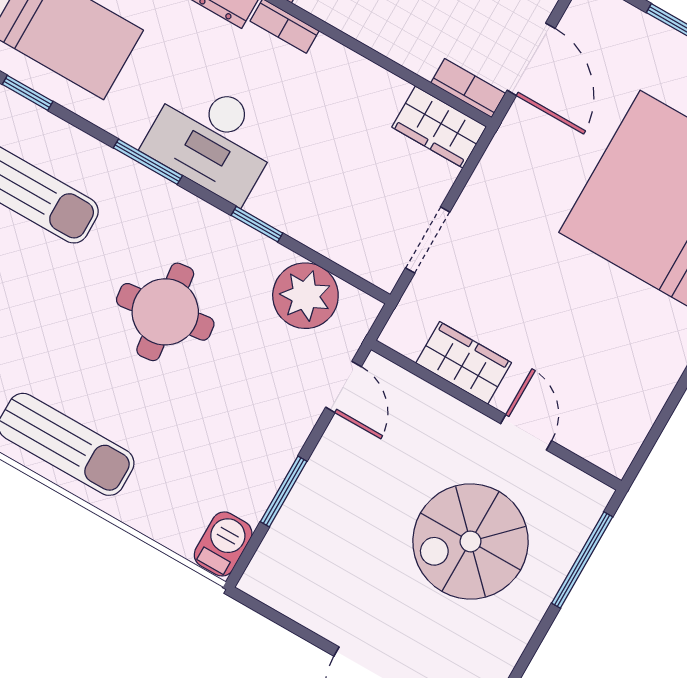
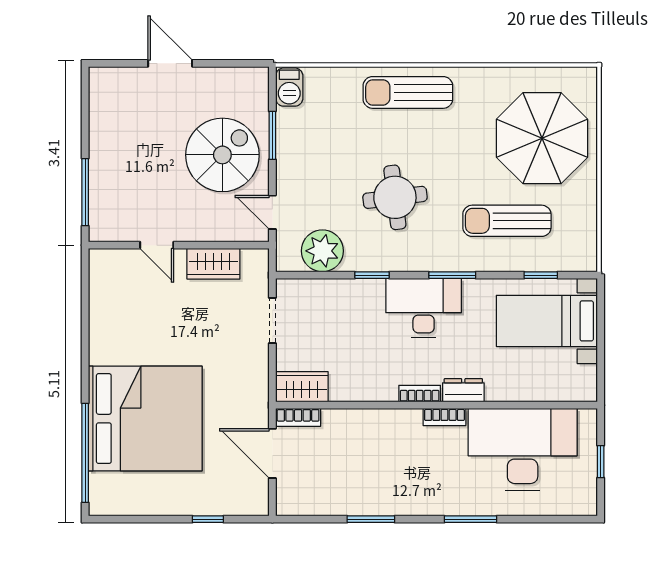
spiral stairs: (470, 541) -> (222, 155), moved

